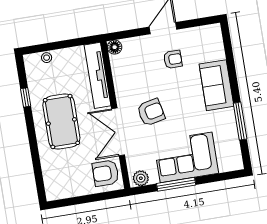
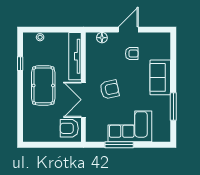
floor lamp: (115, 47) -> (102, 38), moved
plant: (141, 178) -> (94, 136), removed

